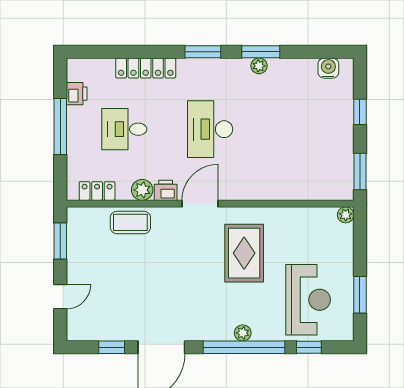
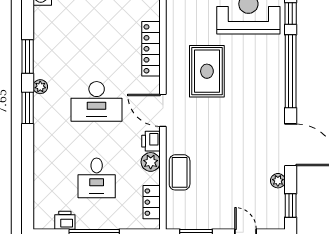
plant: (259, 66) -> (40, 87), moved
locker: (146, 68) -> (151, 49), moved, turned 180
rug: (244, 253) -> (207, 71), turned 90
plant: (243, 333) -> (278, 181), moved
window: (112, 347) -> (291, 206), moved

